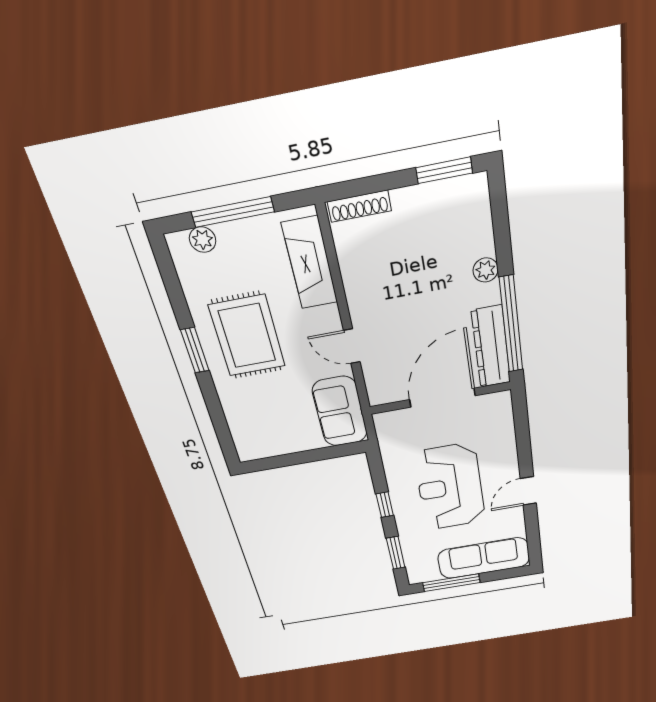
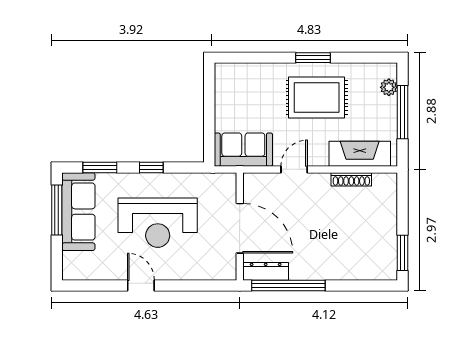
shoe rack: (359, 206) -> (351, 179), moved, turned -90
plant: (486, 270) -> (332, 272), removed
dresser: (491, 347) -> (266, 271), width x0.73, depth x0.80
reception desk: (450, 487) -> (158, 223), turned 180
sofa: (484, 558) -> (78, 212), moved

